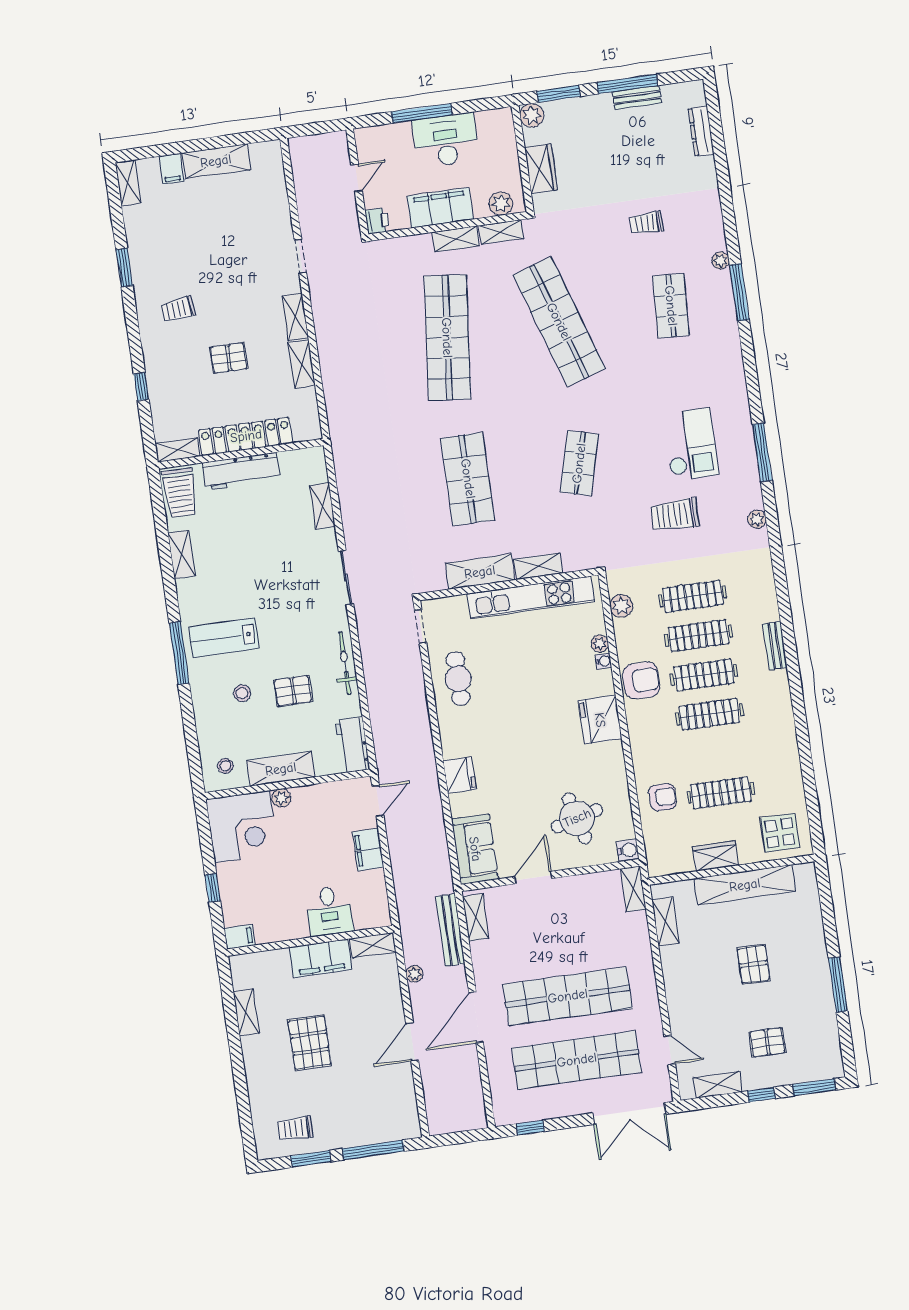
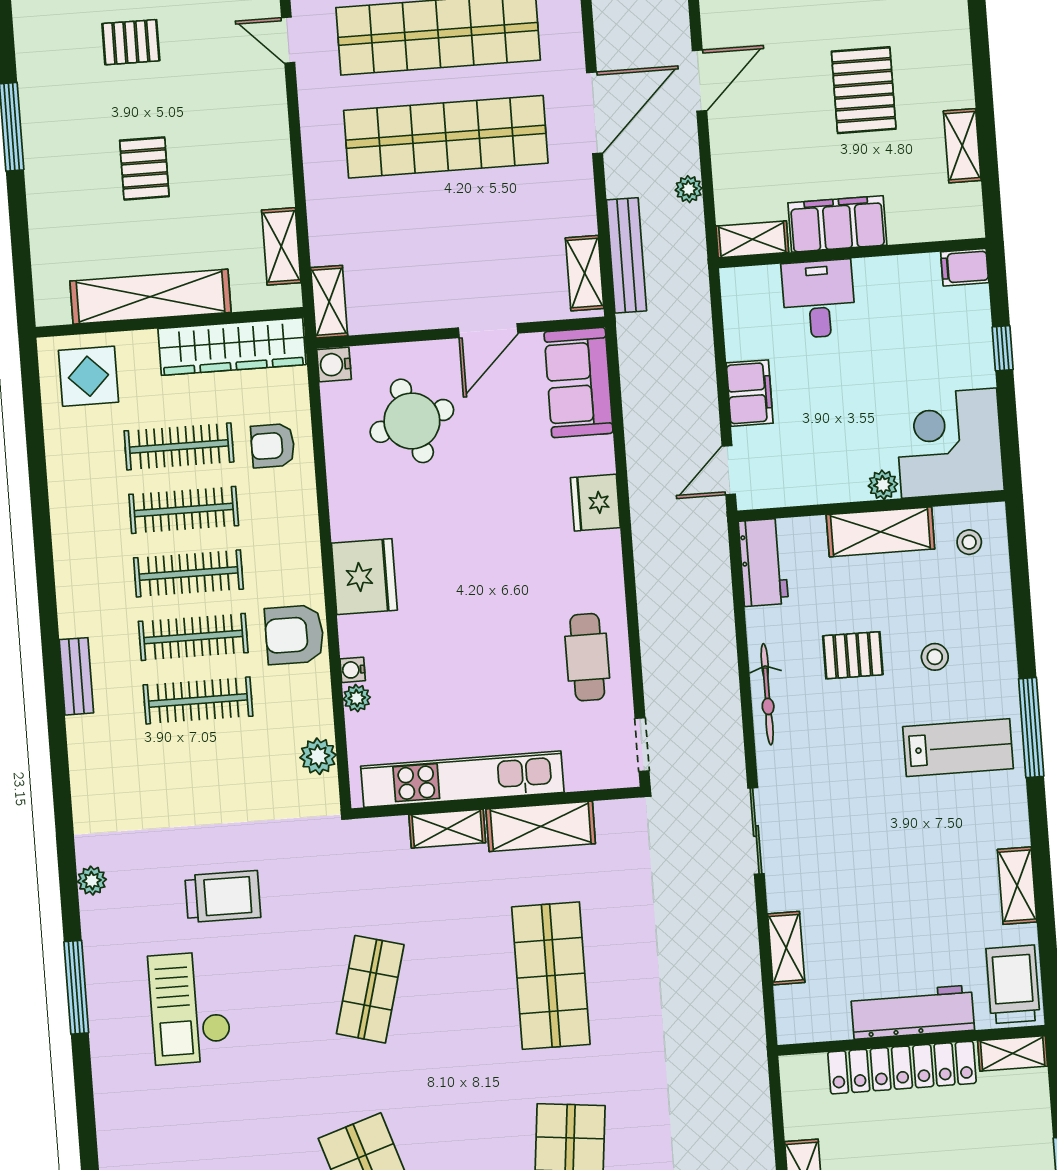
clothes rail: (693, 596) -> (184, 510), moved
wardrobe: (716, 856) -> (232, 347), width x2.10, depth x1.17

